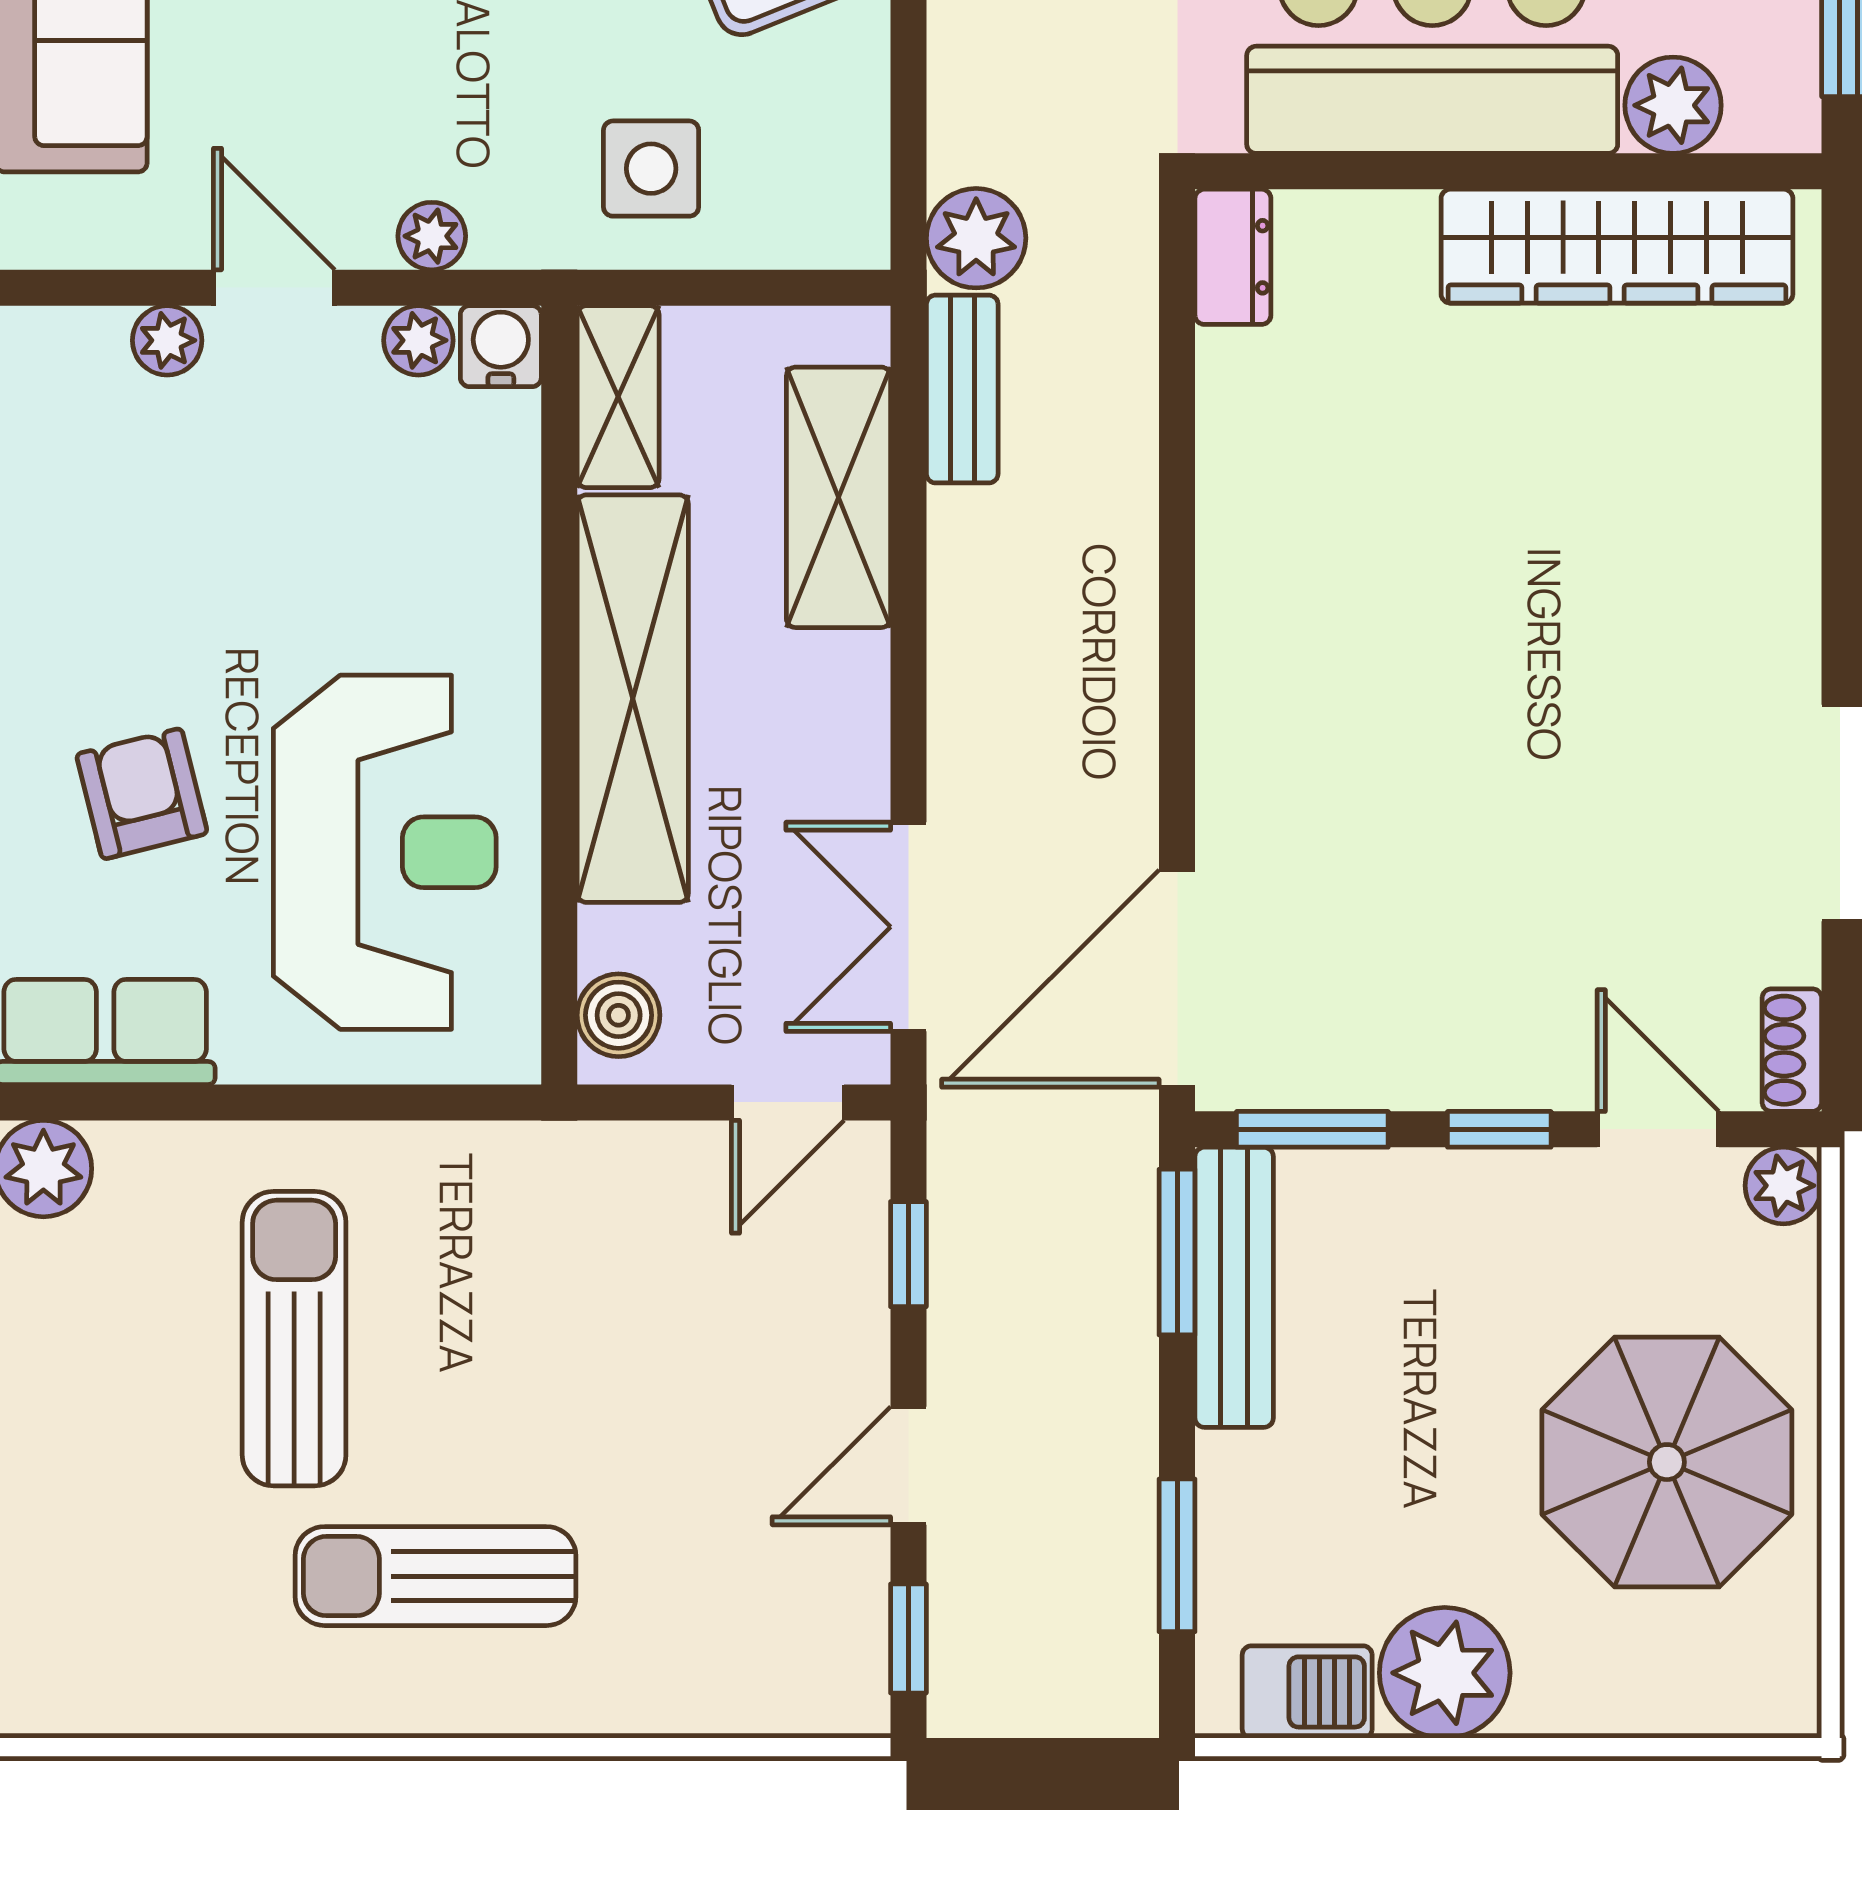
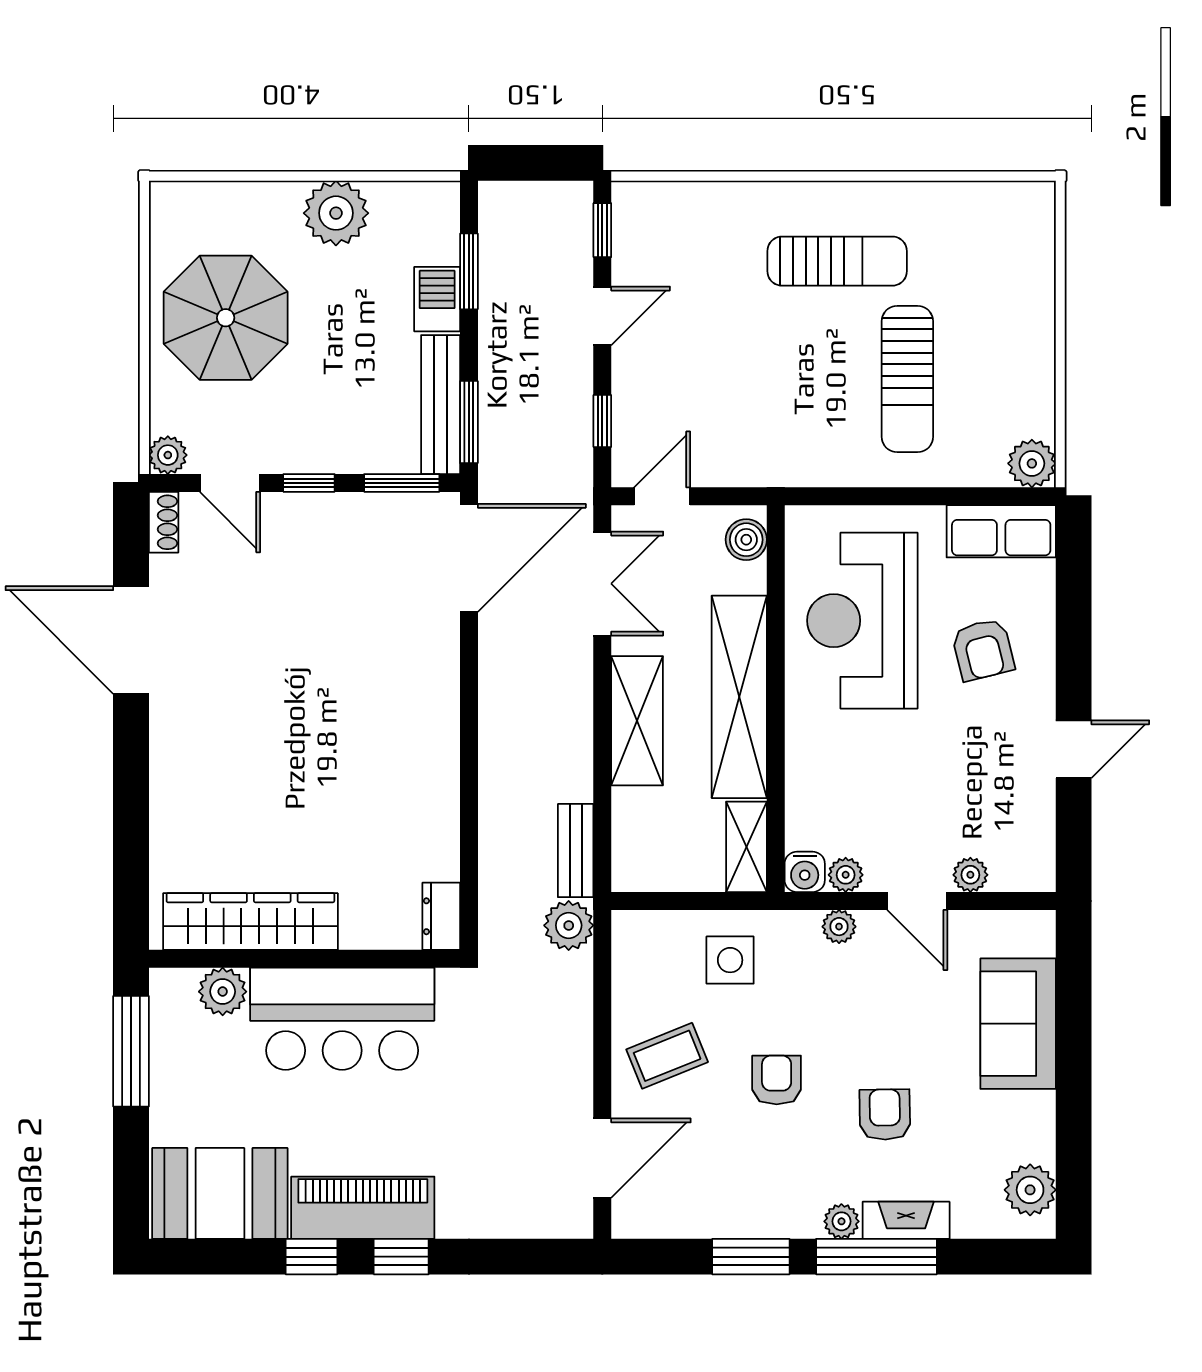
shelving: (838, 497) -> (637, 721), moved
barbecue: (1307, 1692) -> (437, 299), moved, turned 90

